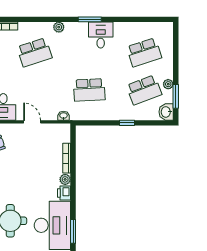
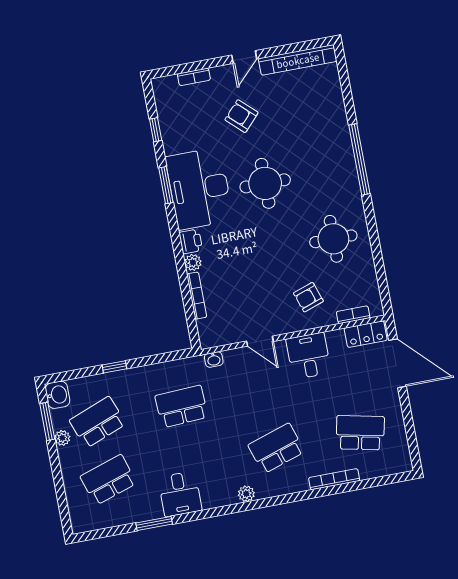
window: (90, 19) -> (154, 523), moved

